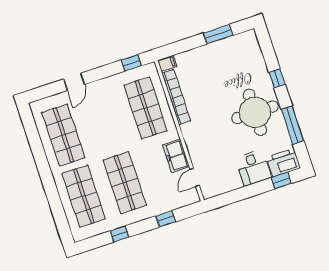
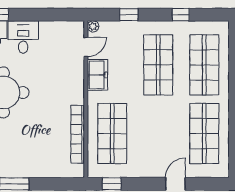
filing cabinet: (167, 63) -> (76, 171), removed
plant: (194, 198) -> (93, 26), added

